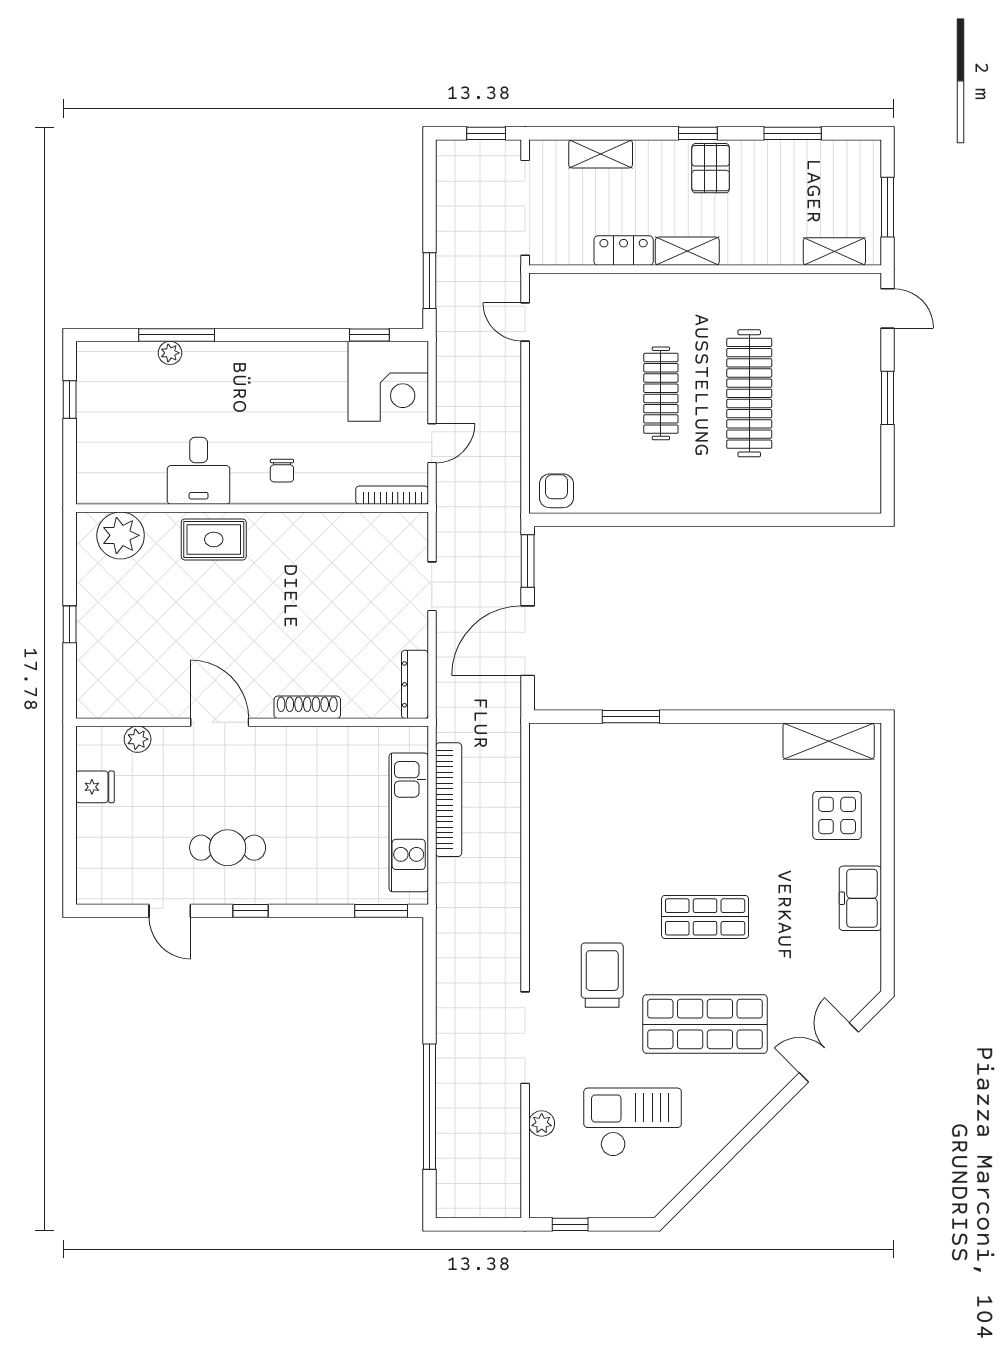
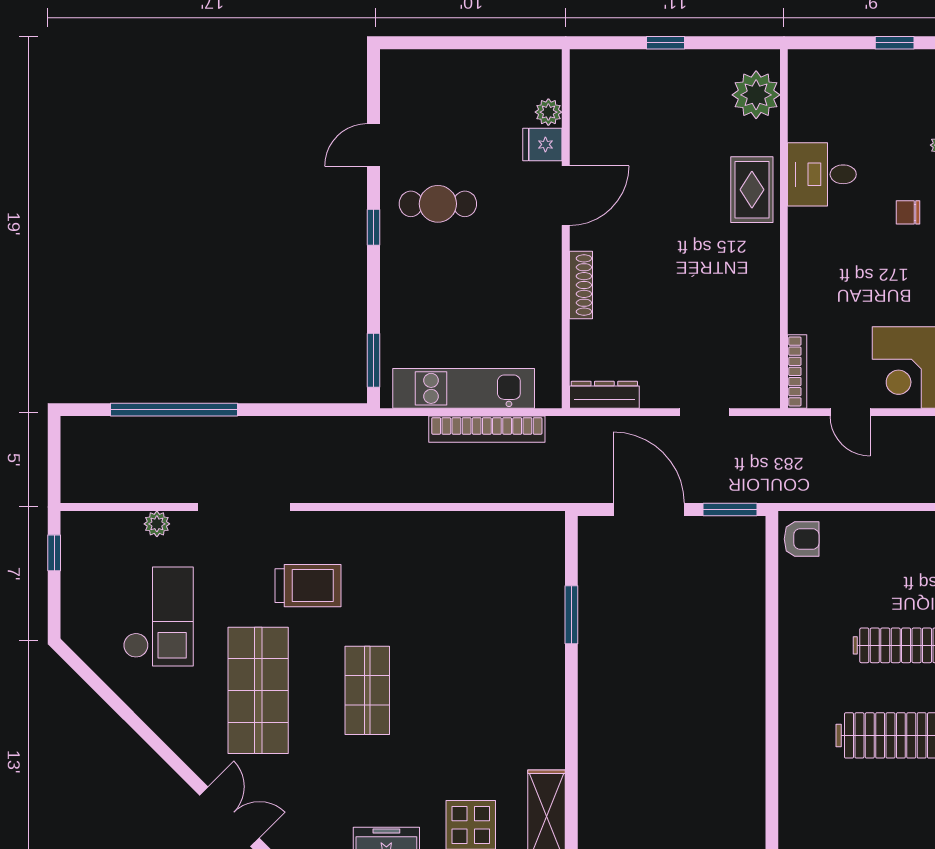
chair: (282, 471) -> (908, 212), moved
fridge: (95, 787) -> (542, 144), moved, turned 90
cafe table: (228, 848) -> (438, 204), turned 90

